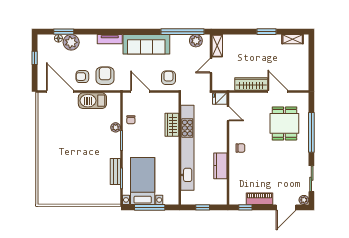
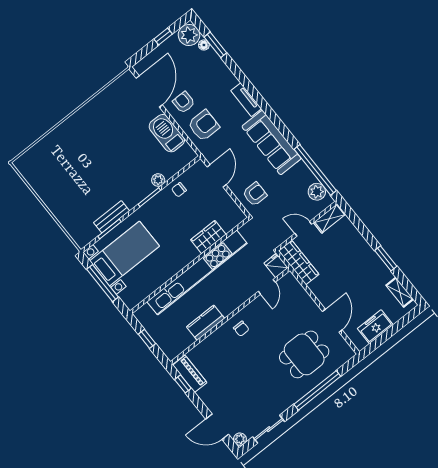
plant: (71, 42) -> (189, 35), moved
freezer: (301, 69) -> (375, 327), added
wardrobe: (251, 84) -> (299, 263), moved
piano: (260, 199) -> (190, 374), moved

